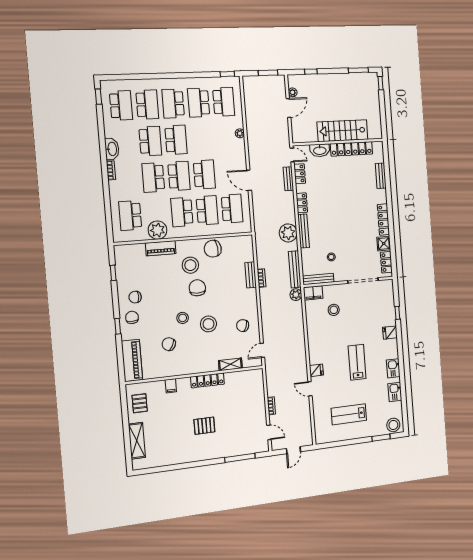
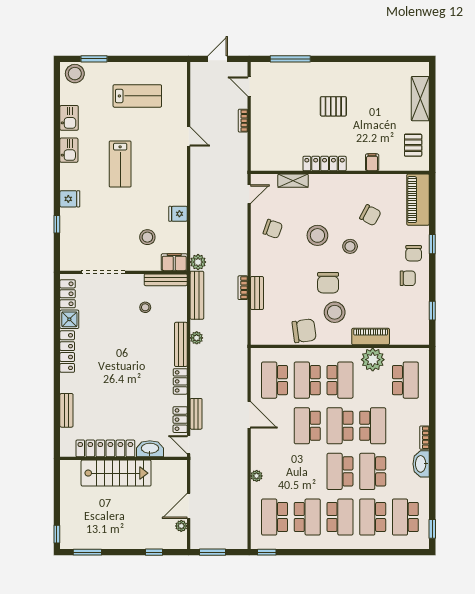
plant: (288, 233) -> (197, 338), width x0.53, depth x0.53
fridge: (316, 370) -> (178, 214), moved

